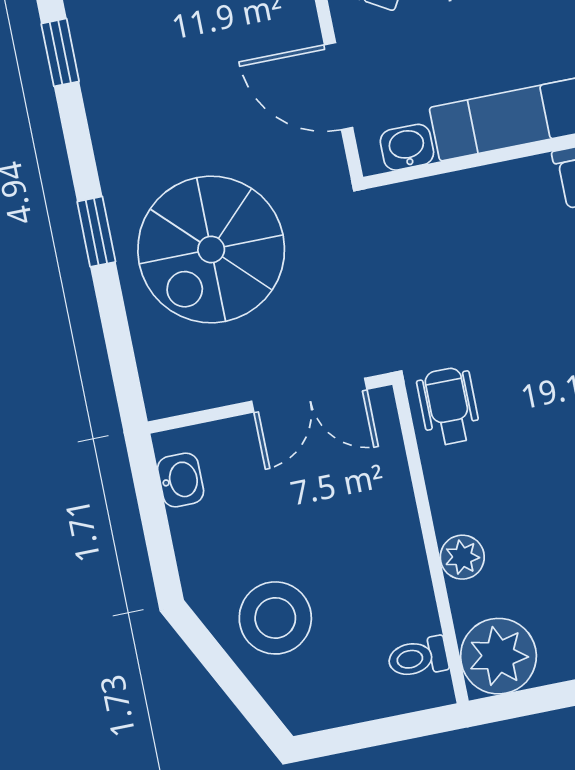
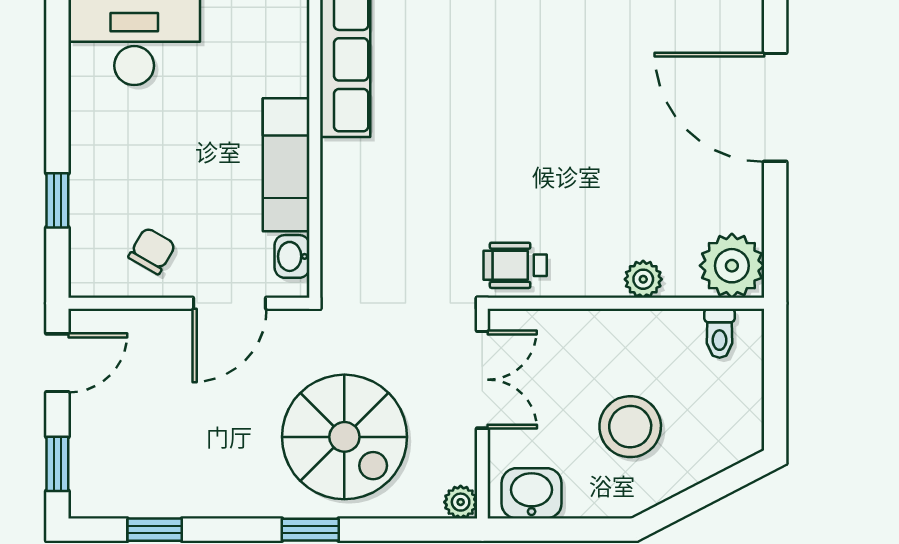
plant: (163, 398) -> (461, 502), added
washbasin: (181, 480) -> (532, 493), width x1.38, depth x1.45
stool: (275, 618) -> (630, 427), moved

